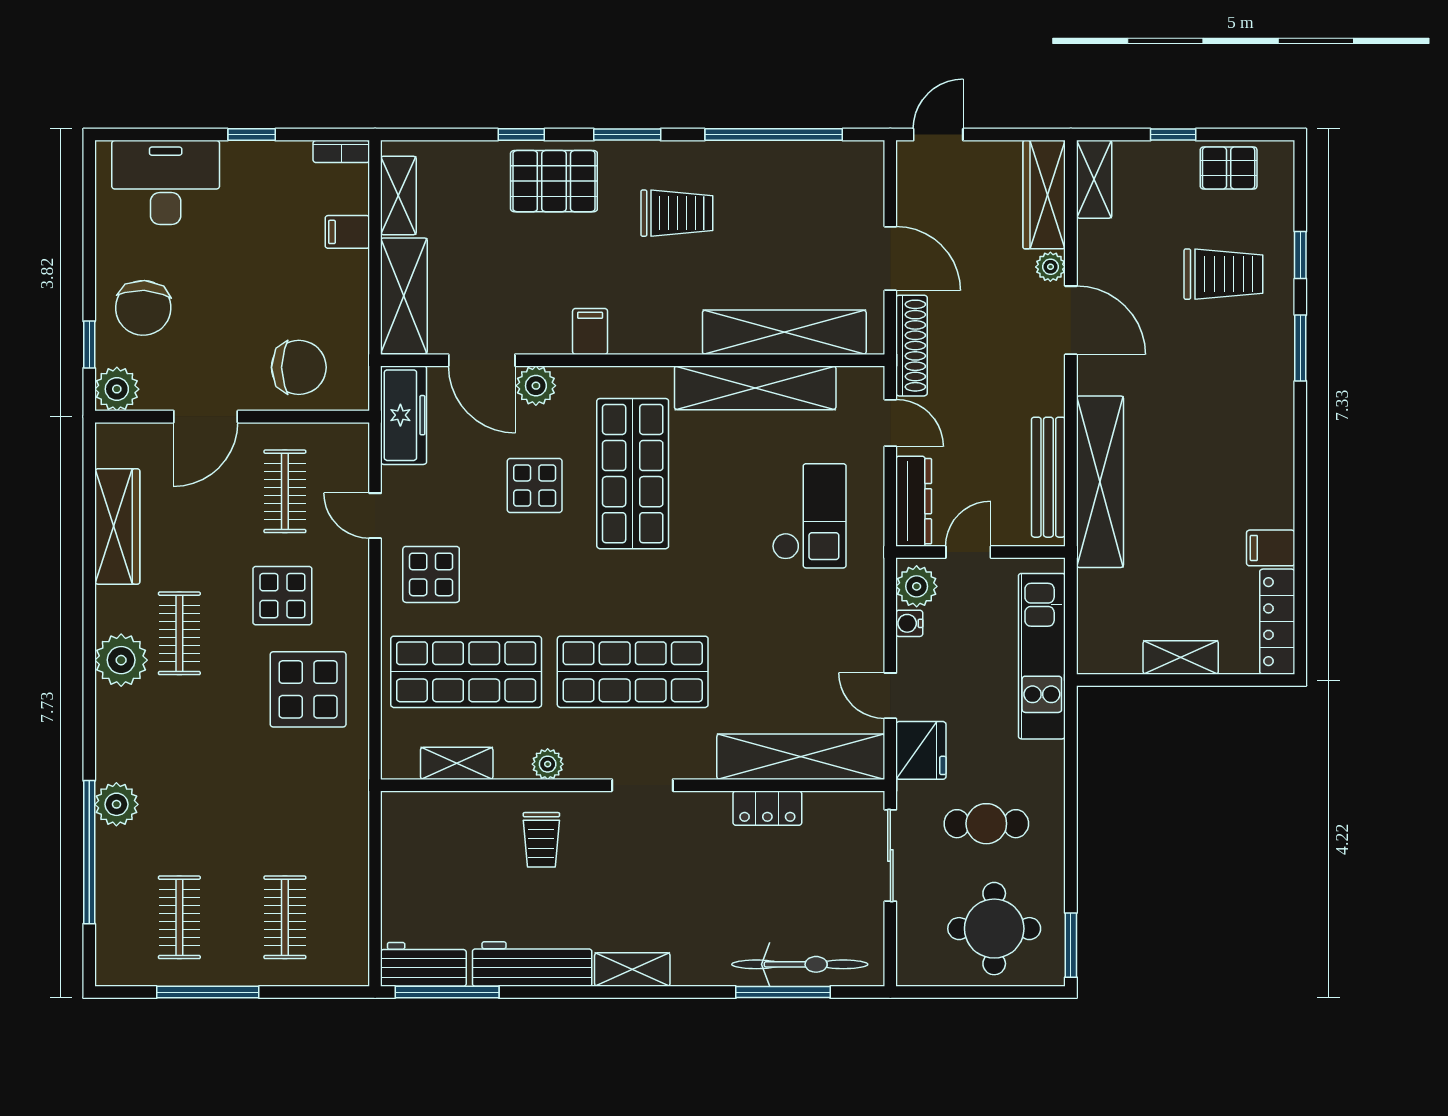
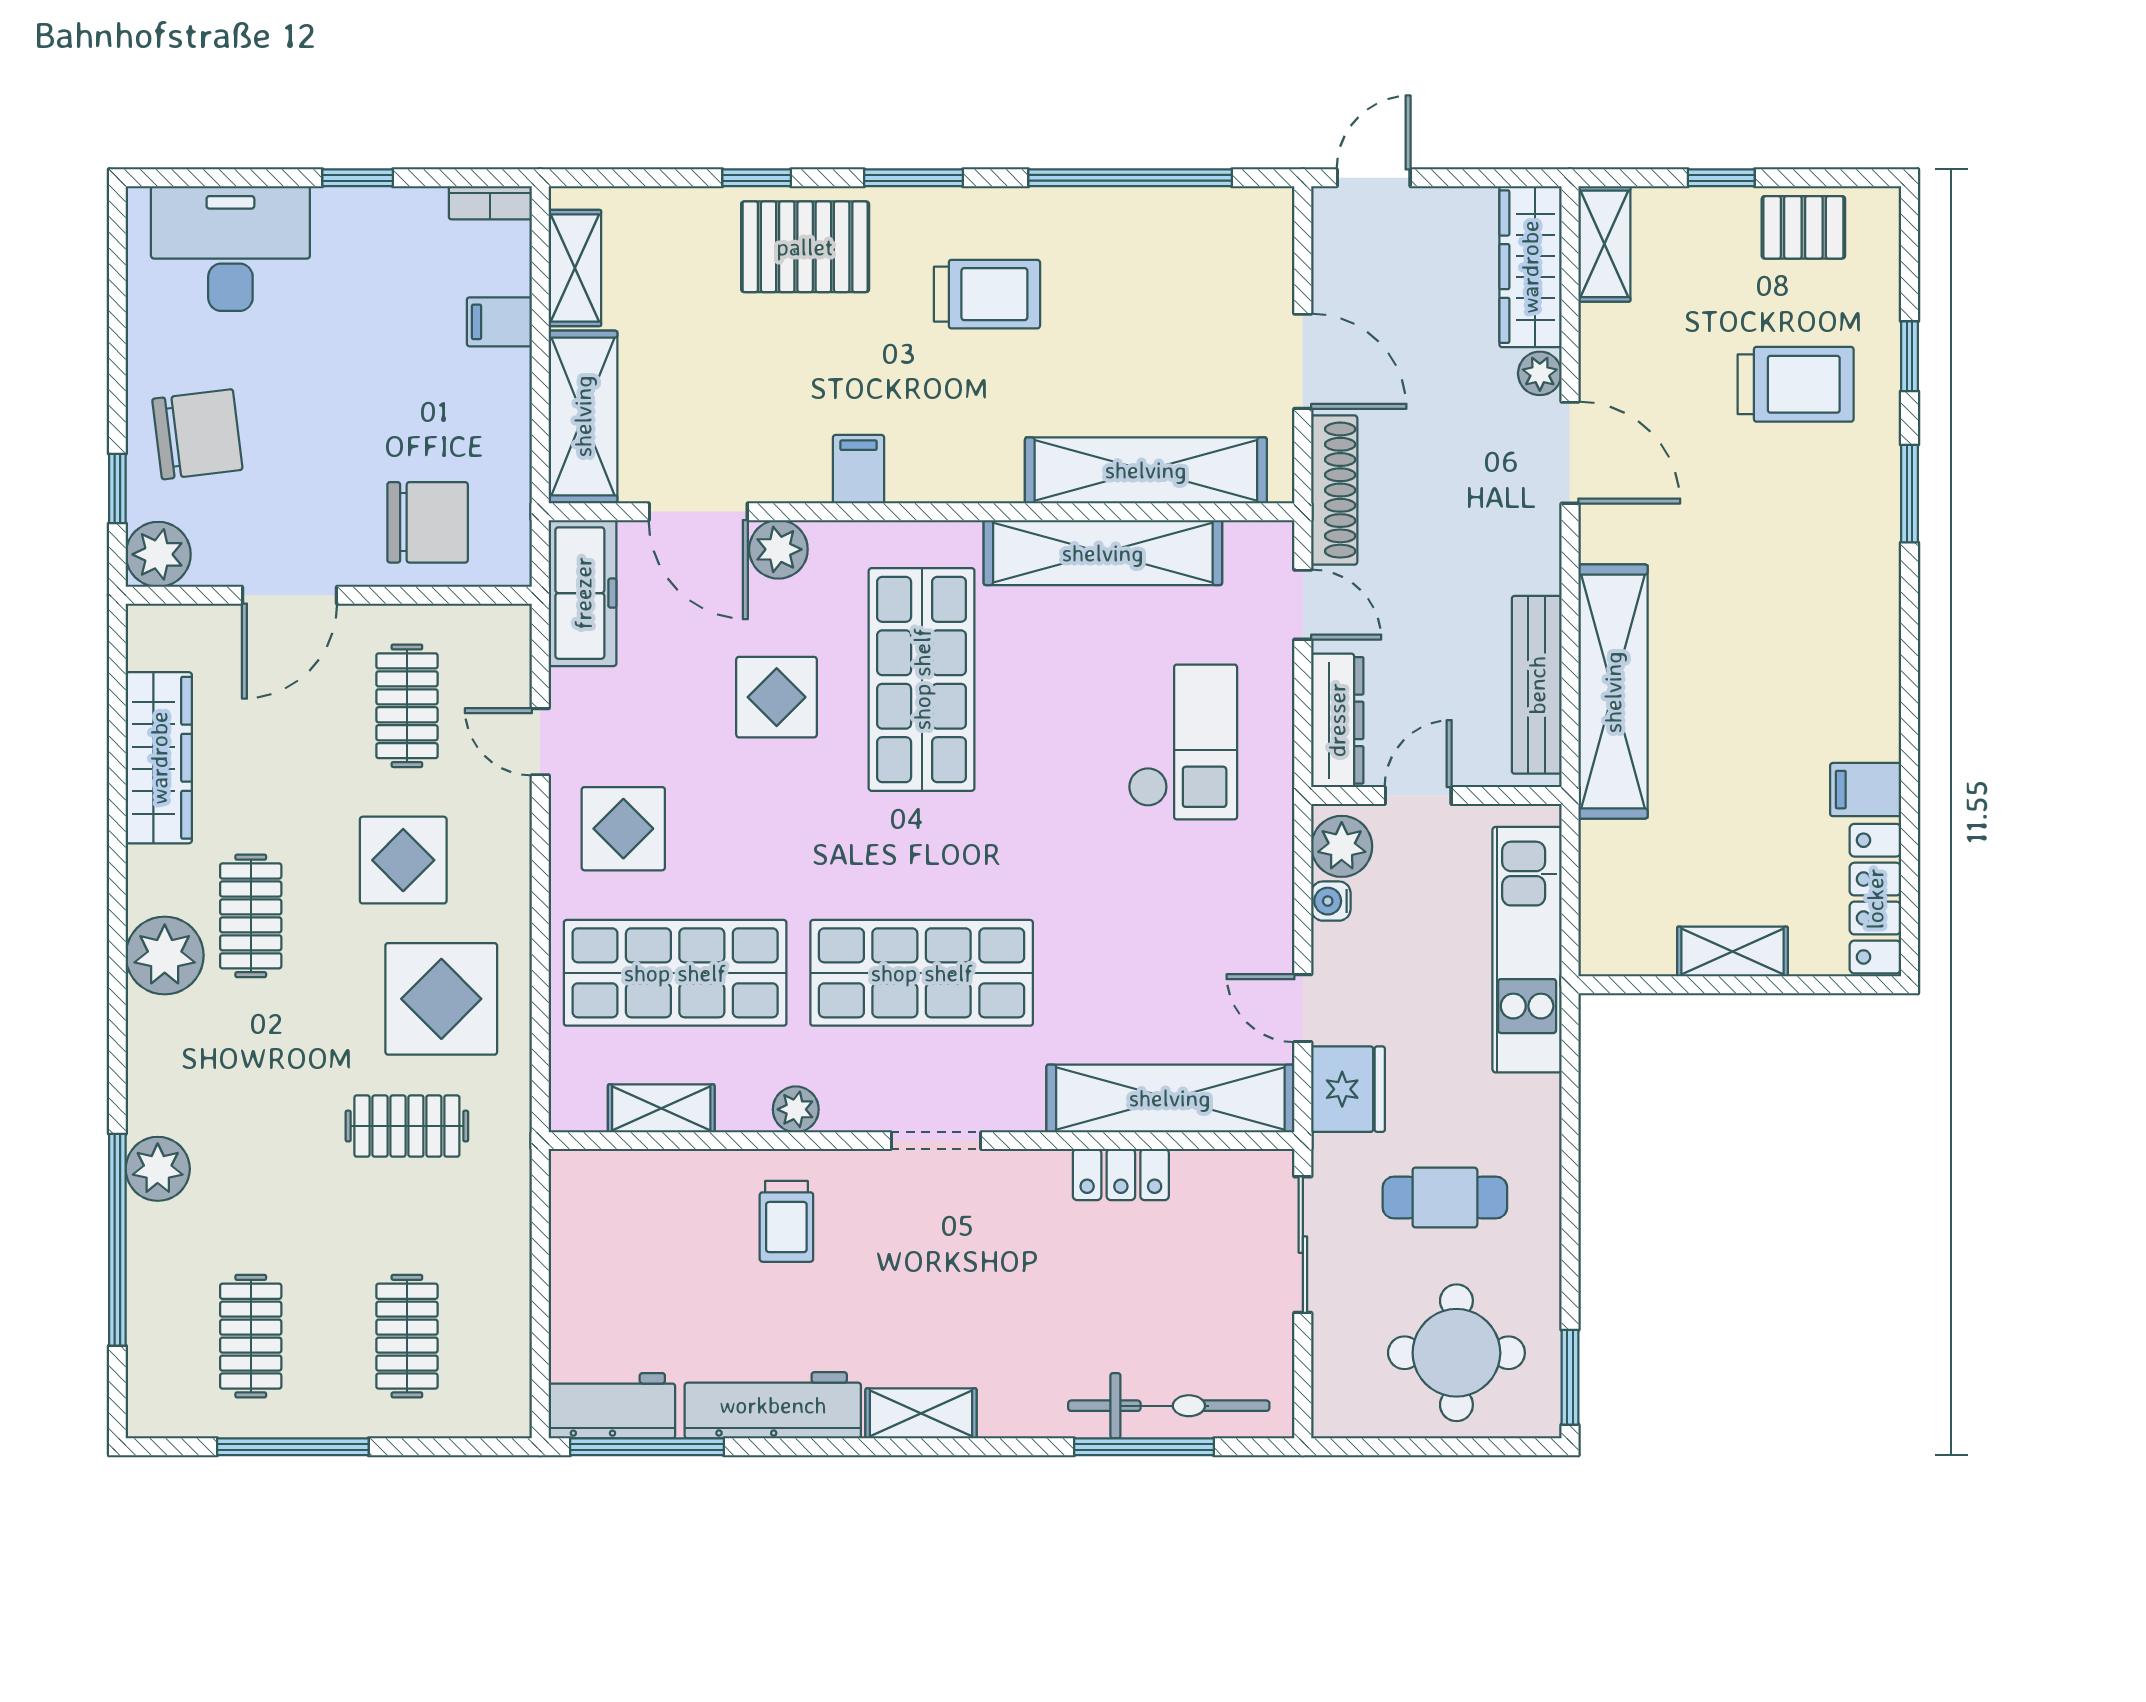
chair: (143, 308) -> (197, 434), turned -100
clothes rail: (285, 775) -> (407, 1126), added

